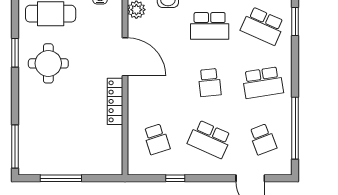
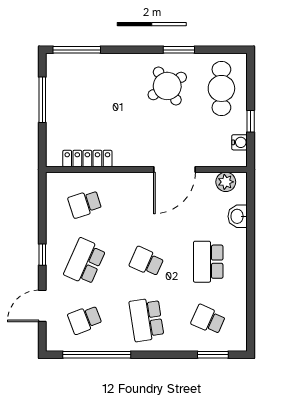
school desk: (263, 26) -> (208, 320), width x0.54
round table: (48, 63) -> (167, 86), turned -32
school desk: (210, 83) -> (146, 262), turned 30
locker: (115, 101) -> (87, 159), moved
window: (175, 178) -> (42, 255), moved

